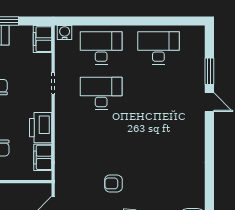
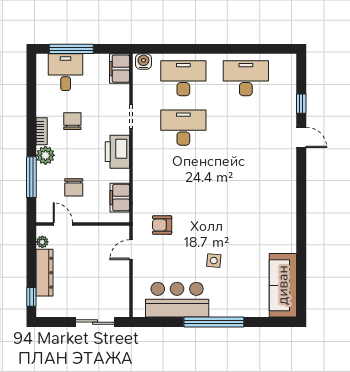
window: (209, 71) -> (301, 104), width x0.67
printer: (41, 128) -> (117, 152), moved
armchair: (113, 183) -> (162, 225), moved

